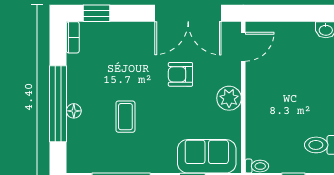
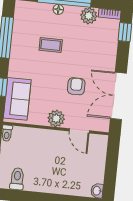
door: (243, 47) -> (79, 131), moved
plant: (78, 67) -> (89, 16), added

